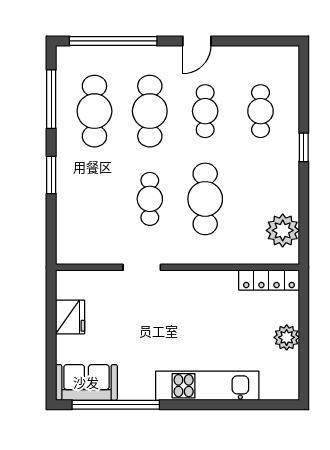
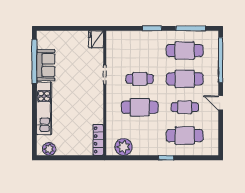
cafe table: (261, 111) -> (185, 136), width x1.37, depth x1.35
fridge: (70, 317) -> (96, 39), moved, turned 90
plant: (287, 337) -> (49, 149), moved
sofa: (86, 382) -> (46, 65), moved

